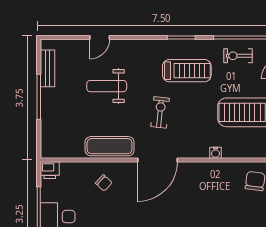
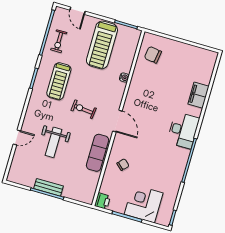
door: (100, 37) -> (17, 137), hinge flipped
bench: (48, 68) -> (48, 187), moved
treadmill: (187, 71) -> (59, 81), turned 180
door: (157, 160) -> (117, 121), width x0.73

